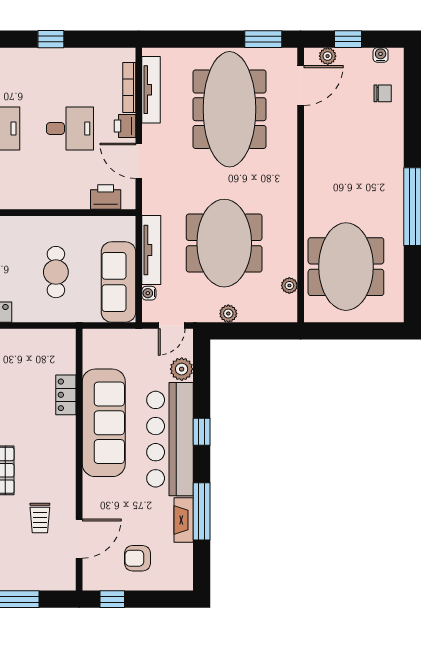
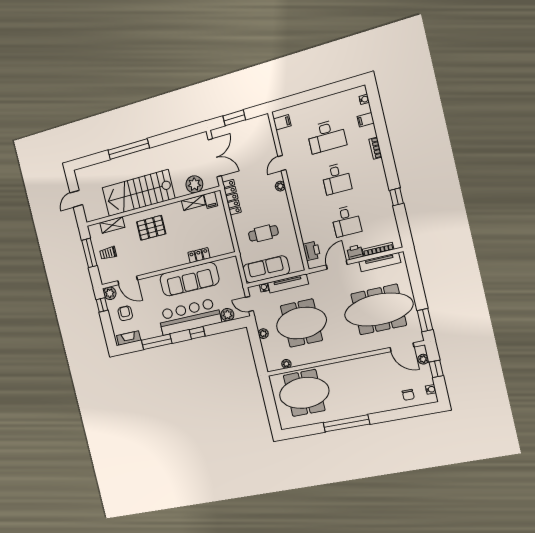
trolley: (40, 518) -> (108, 253), moved
fireplace: (184, 520) -> (129, 338), moved
plant: (94, 579) -> (110, 293), added

